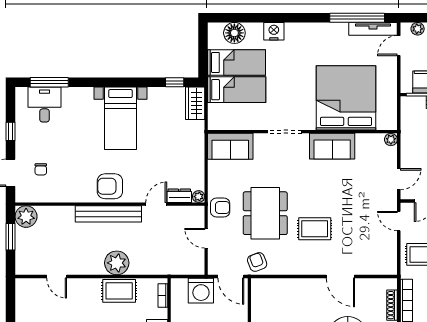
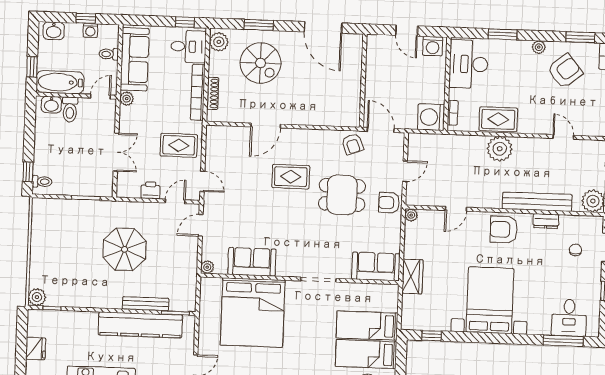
wardrobe: (195, 103) -> (412, 276), moved
bed with nightstands: (120, 118) -> (490, 300), width x1.36
sofa: (332, 146) -> (252, 262), moved
armchair: (110, 186) -> (504, 229), turned 180
dresser: (179, 196) -> (546, 221), moved
dining table: (265, 213) -> (342, 195), width x0.73
bench: (108, 214) -> (537, 202), moved
door: (206, 238) -> (405, 171), hinge flipped
door: (340, 276) -> (266, 126), swing flipped
washing machine: (201, 291) -> (431, 117), moved, turned -90

